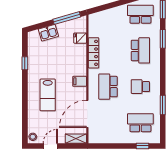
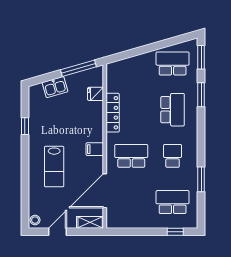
school desk: (108, 87) -> (131, 156), turned 90
school desk: (140, 87) -> (173, 156), turned 90

